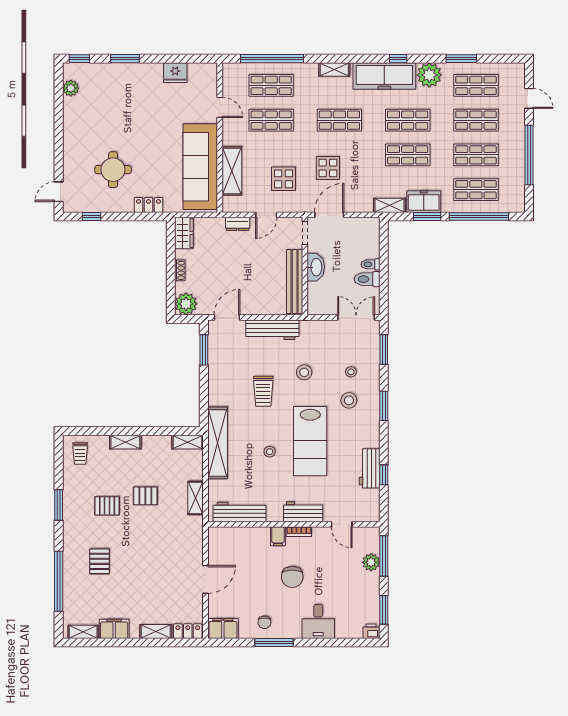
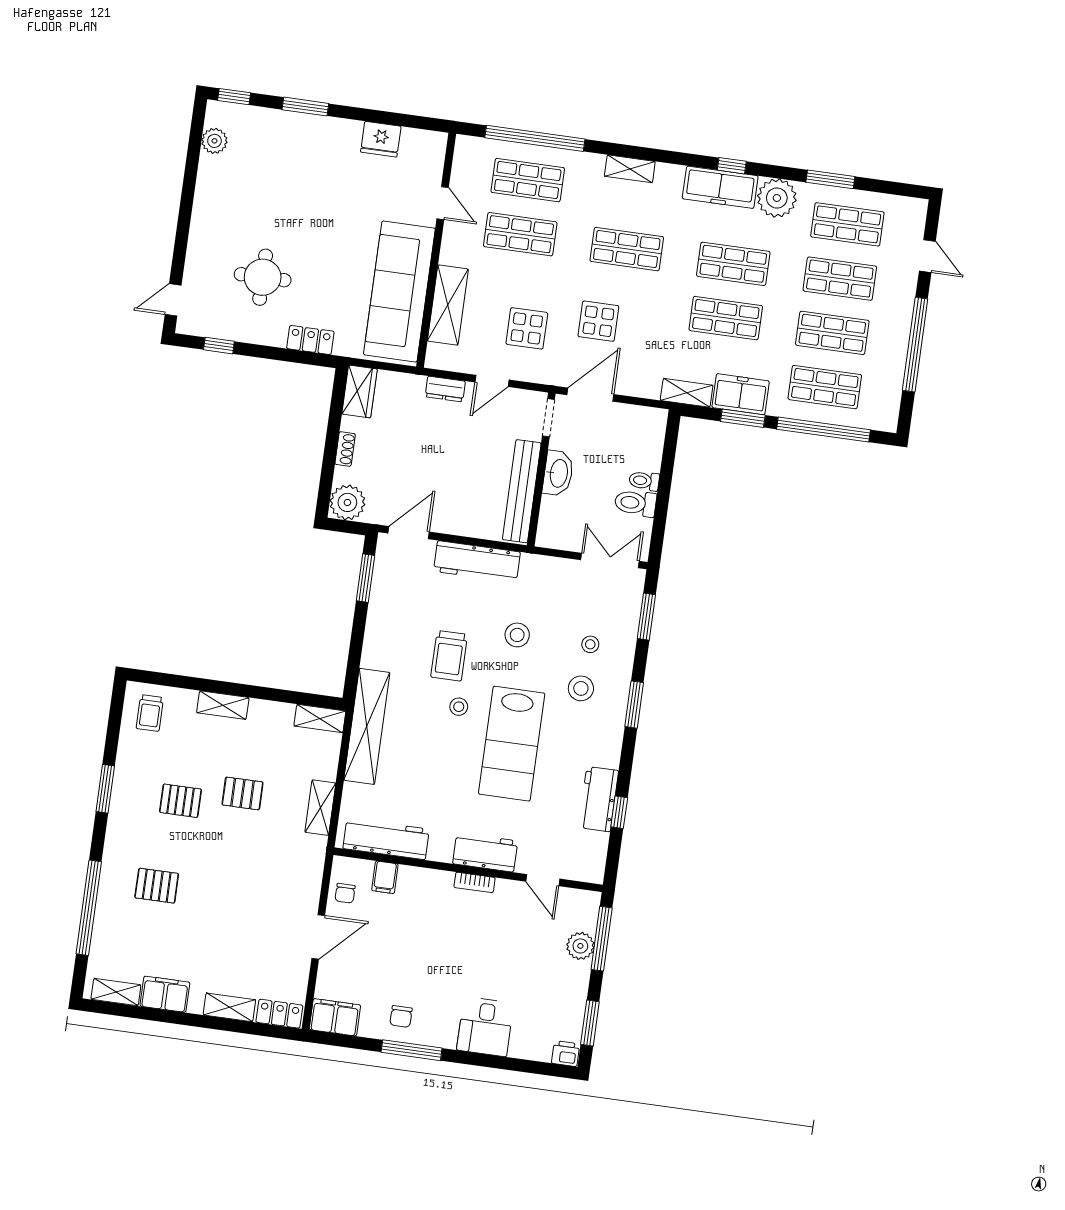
freezer: (384, 76) -> (720, 187), width x0.73, depth x0.79
stool: (270, 452) -> (459, 707), moved
filing cabinet: (278, 536) -> (385, 877), moved
pallet: (99, 561) -> (157, 886), turned 90
chair: (292, 577) -> (345, 893), moved, width x0.54, depth x0.54

